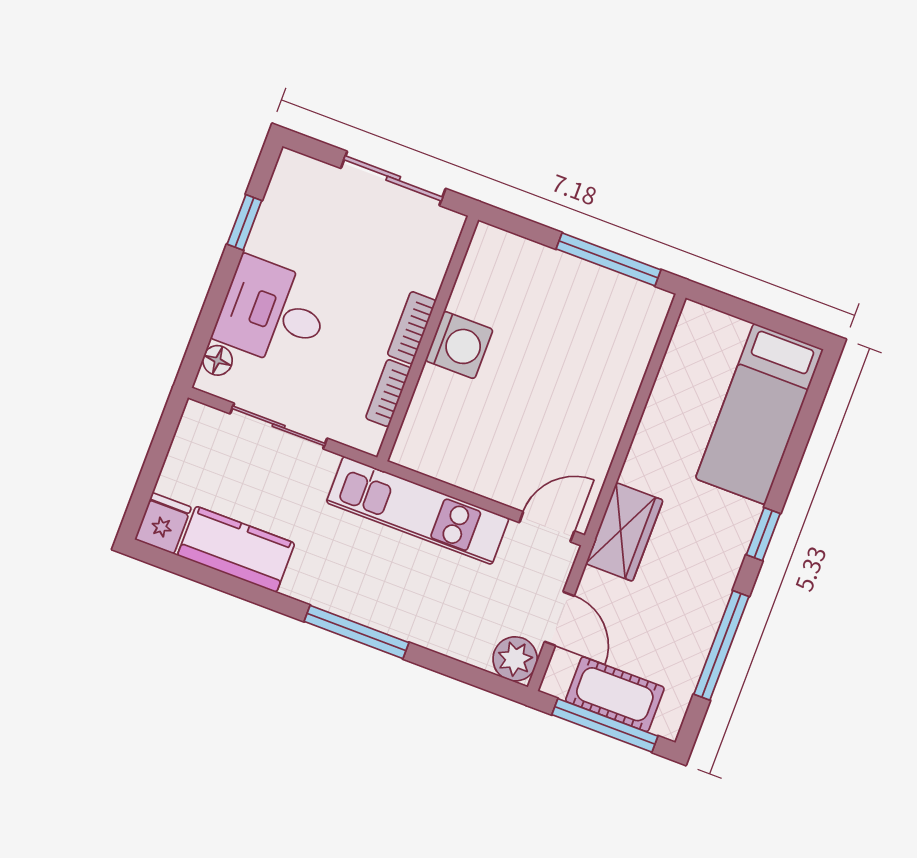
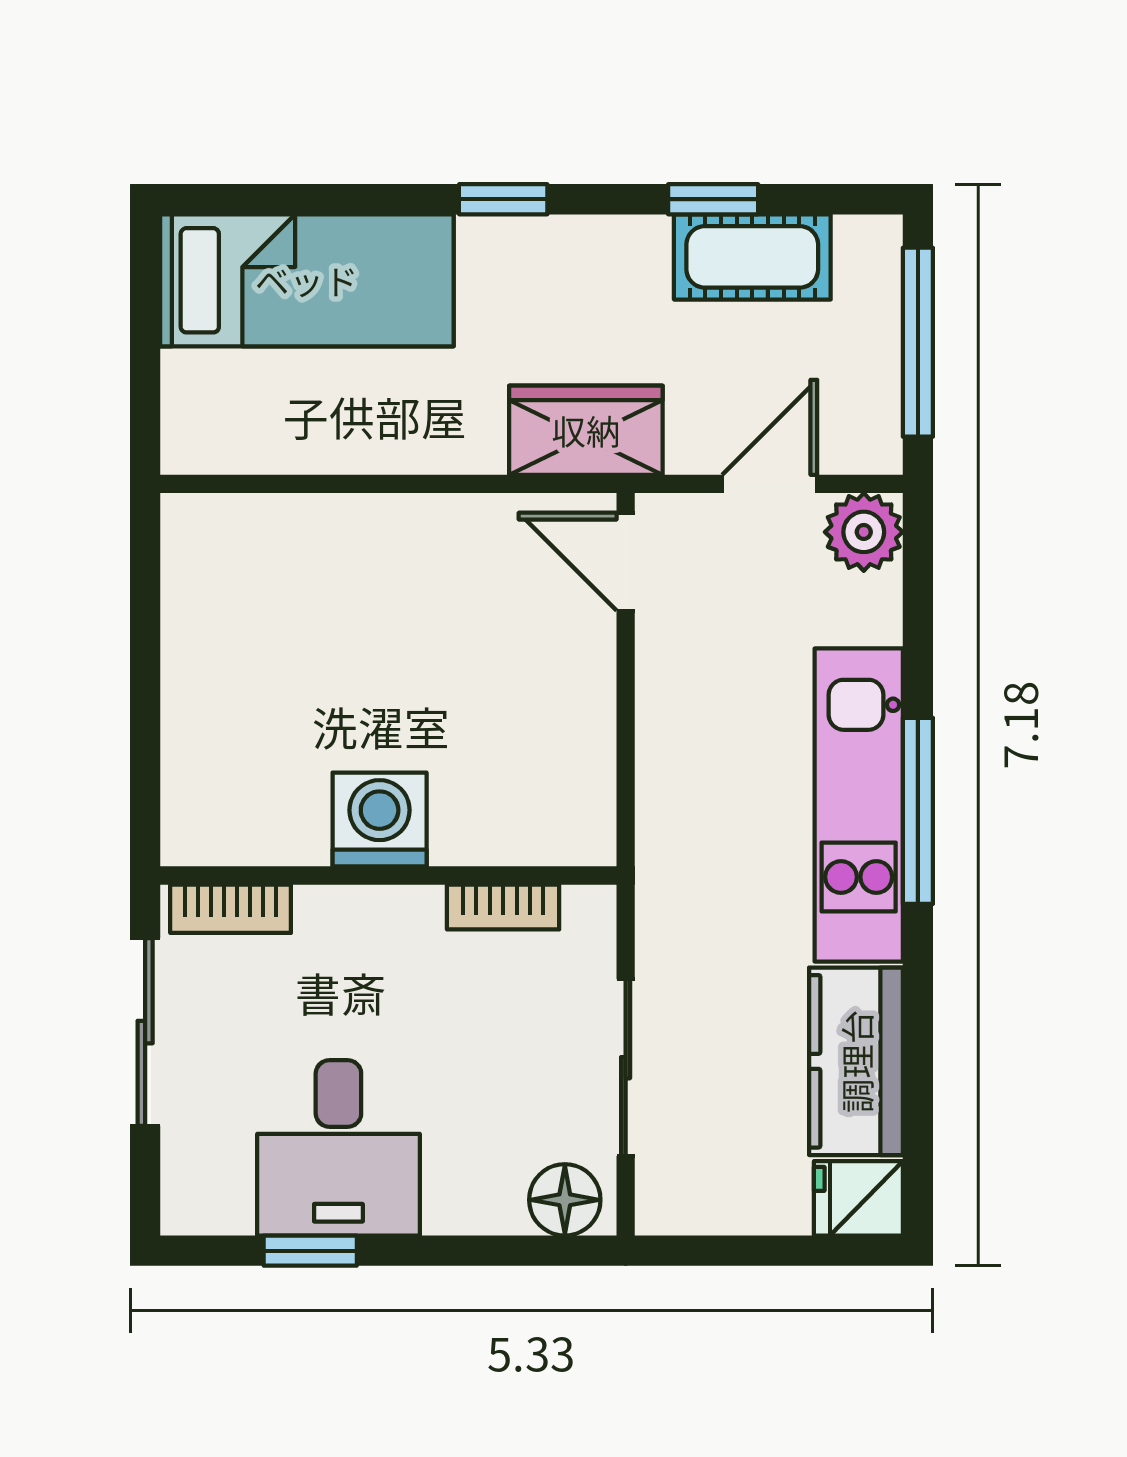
window: (609, 259) -> (145, 626), removed
desk: (273, 313) -> (338, 1148), moved
bookcase: (412, 328) -> (231, 909), moved
floor lamp: (217, 360) -> (565, 1200), width x1.37, depth x1.37
kitchen unit: (418, 510) -> (859, 805), moved, turned 180
window: (721, 645) -> (713, 199), width x0.46
cot: (615, 694) -> (752, 257), moved, turned 90

